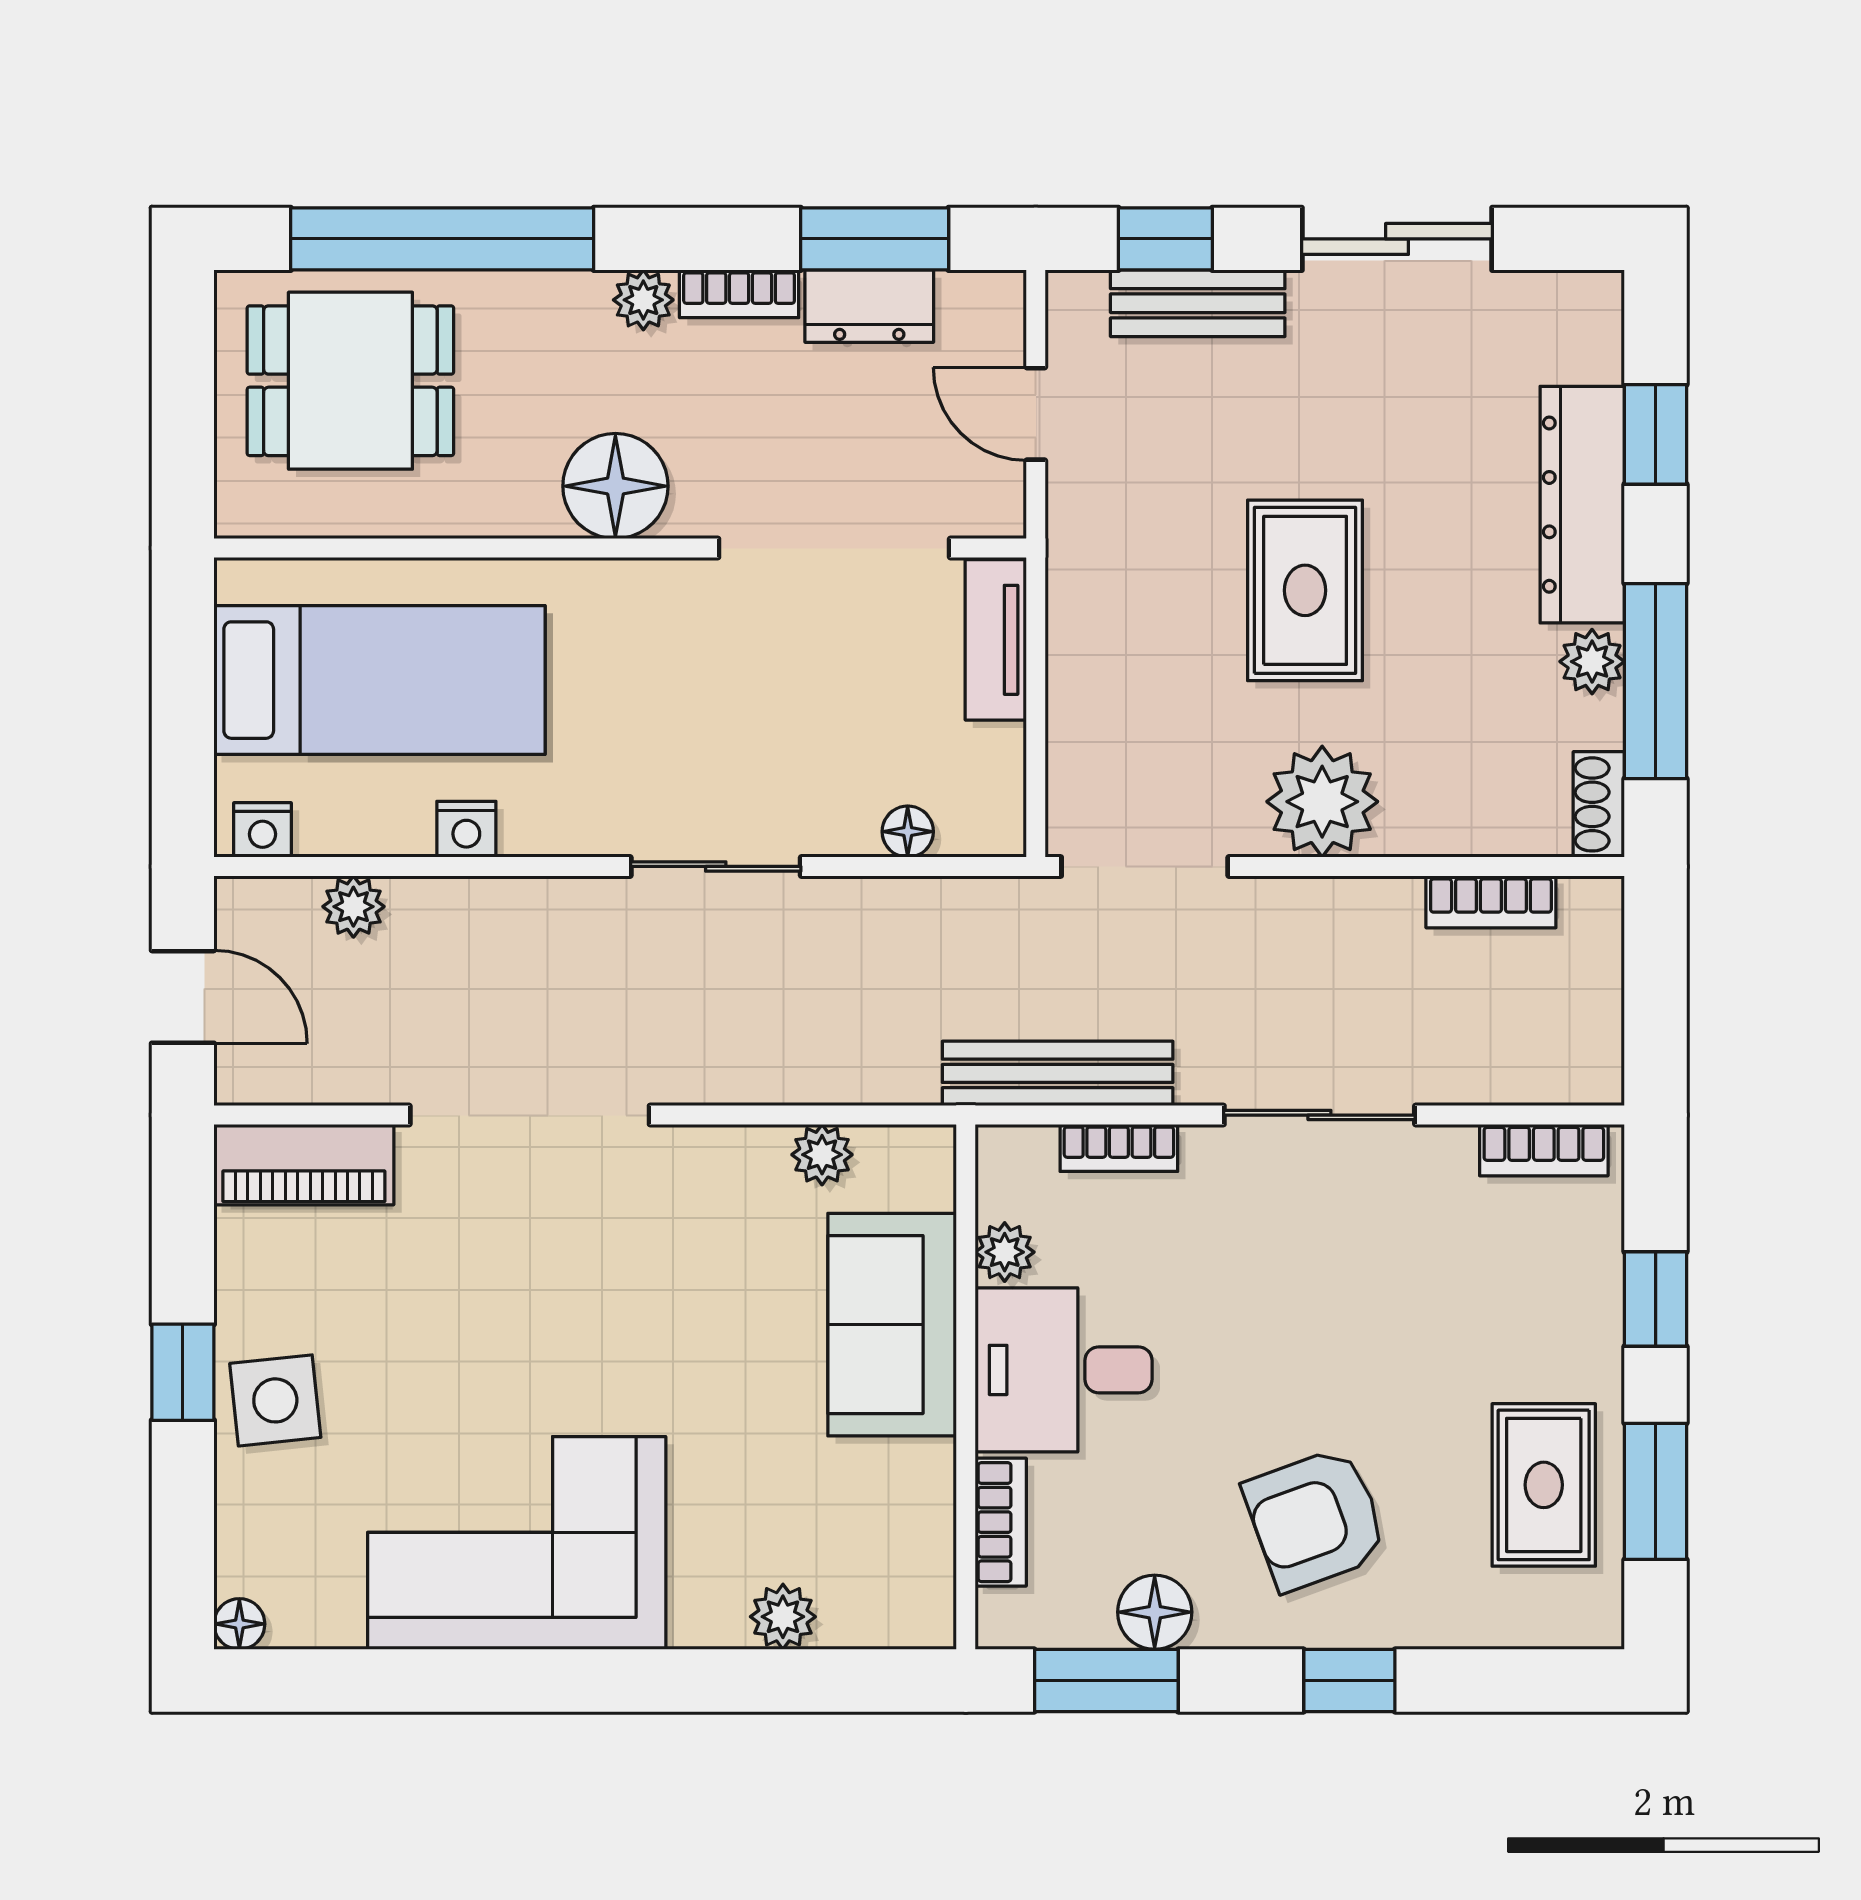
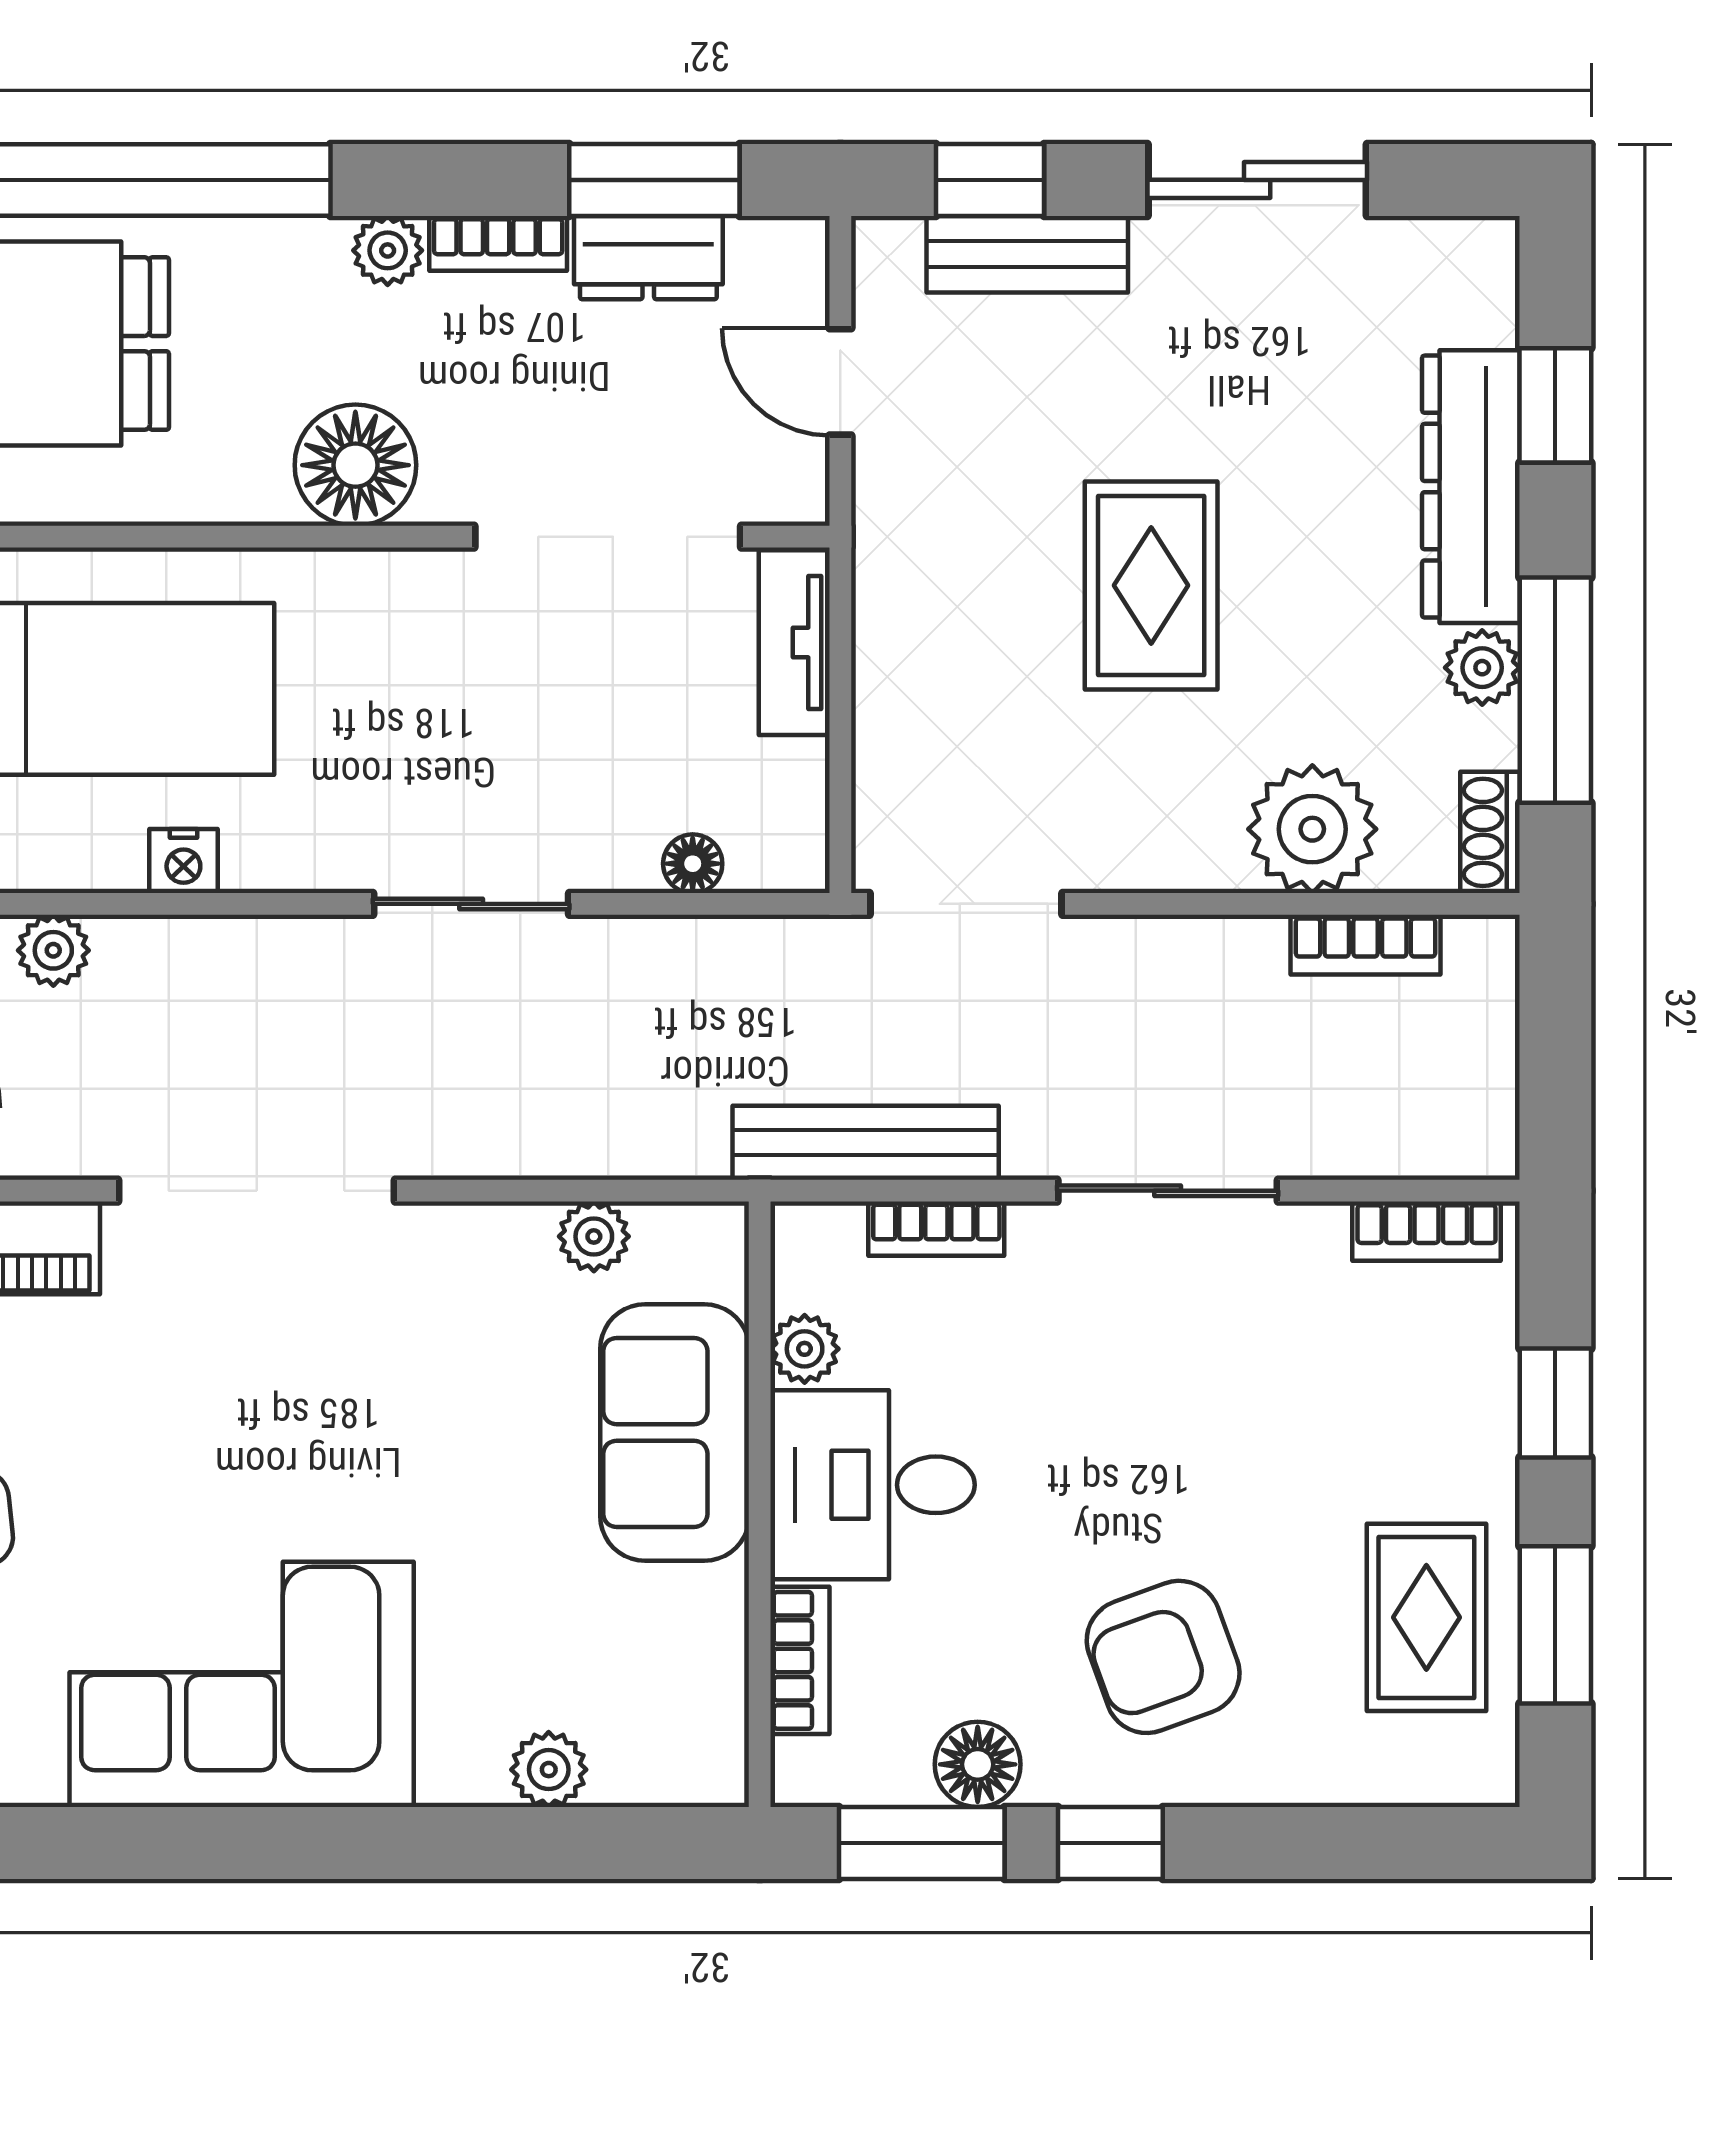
plant: (1322, 802) -> (1312, 829), moved
window: (1349, 1680) -> (1110, 1843), moved

